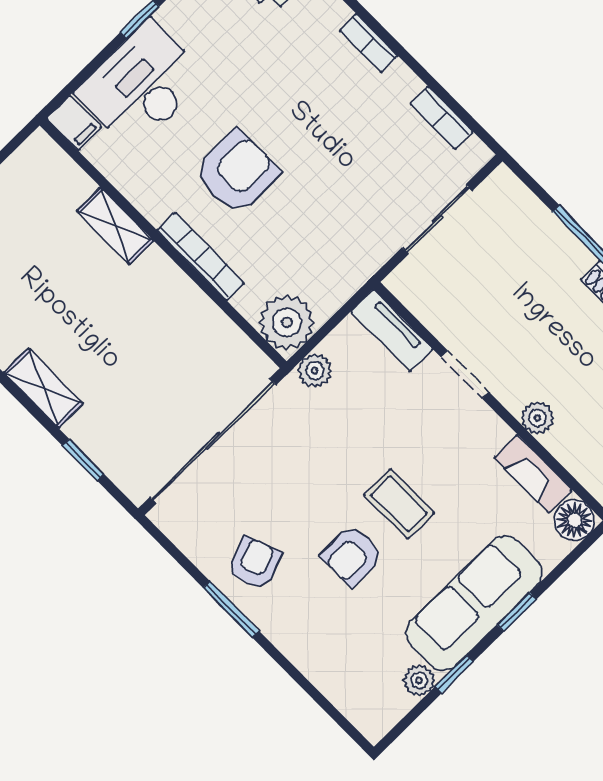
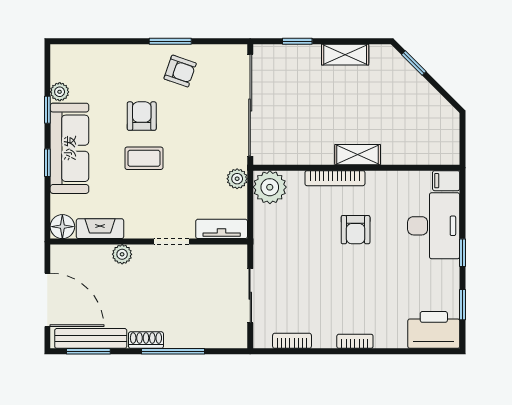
armchair: (237, 172) -> (356, 230), width x0.72, depth x0.72
shelving: (115, 226) -> (358, 155), moved
armchair: (255, 563) -> (180, 71), turned -50

